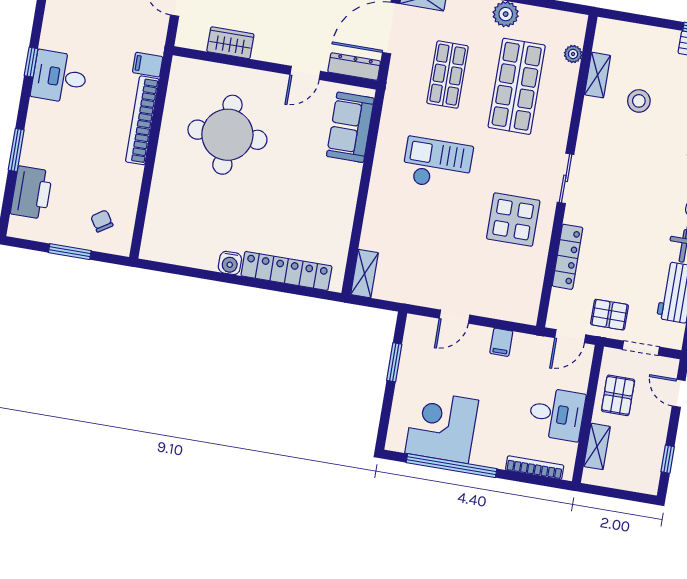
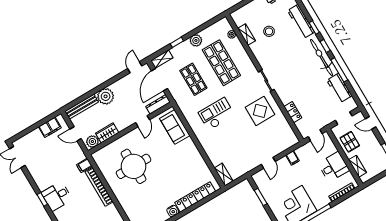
plant: (194, 37) -> (92, 142), added
locker: (567, 257) -> (293, 112), width x0.66
pallet: (609, 315) -> (323, 116), removed

